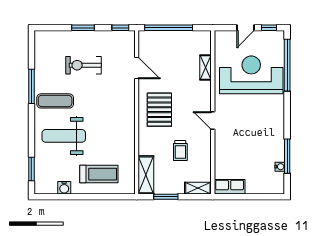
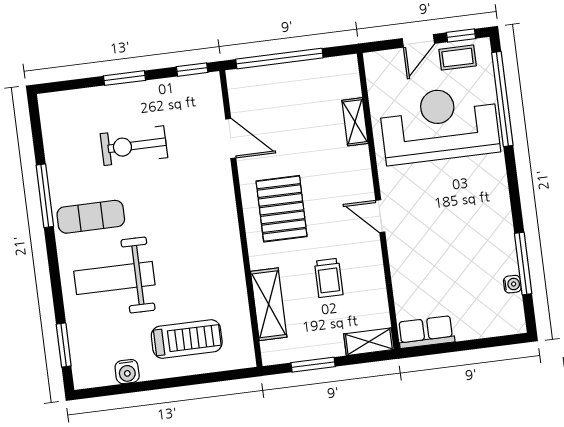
coffee table: (266, 40) -> (458, 58), added
shelving: (146, 175) -> (269, 304), moved

